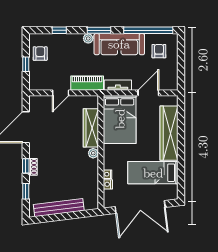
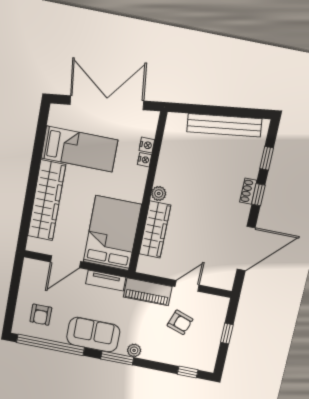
window: (59, 30) -> (188, 372), moved
sofa: (119, 44) -> (93, 335), width x0.73
armchair: (40, 54) -> (180, 322), moved, turned -71

